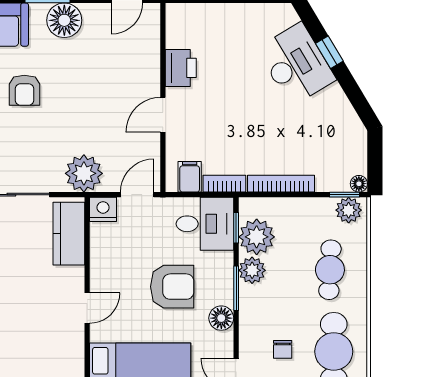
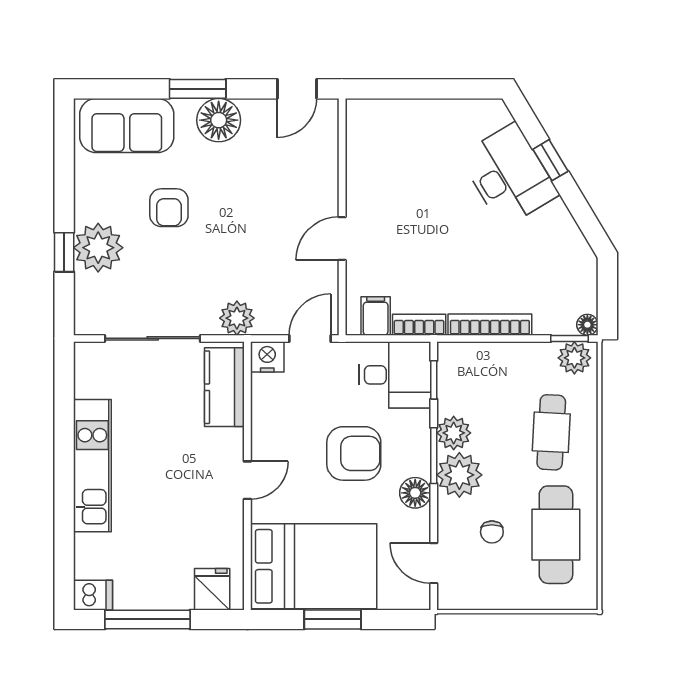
printer: (181, 68) -> (365, 180), removed
plant: (84, 173) -> (237, 318), width x0.73, depth x0.73
plant: (257, 237) -> (459, 475), moved

